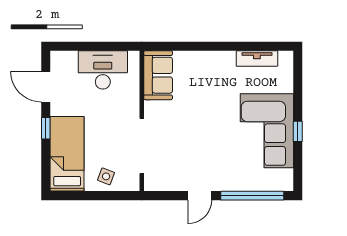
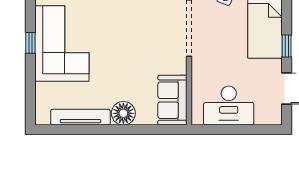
tv unit: (257, 58) -> (80, 117), width x1.41
floor lamp: (206, 62) -> (123, 113), added

